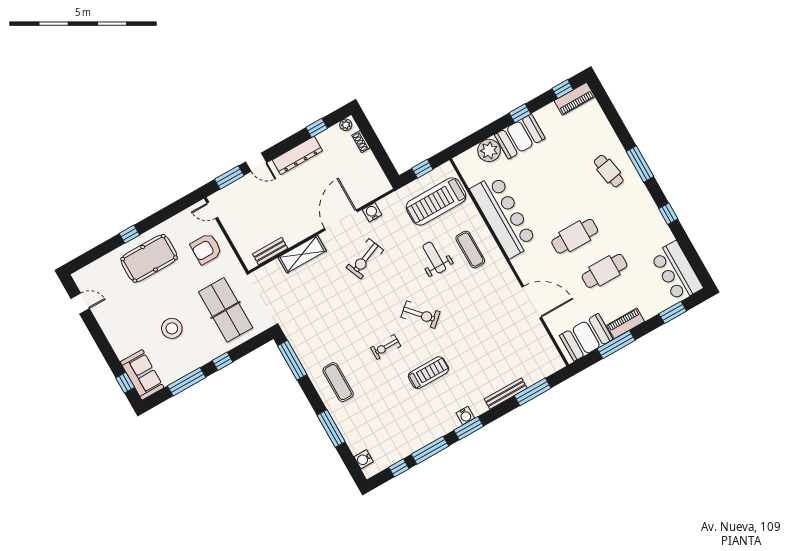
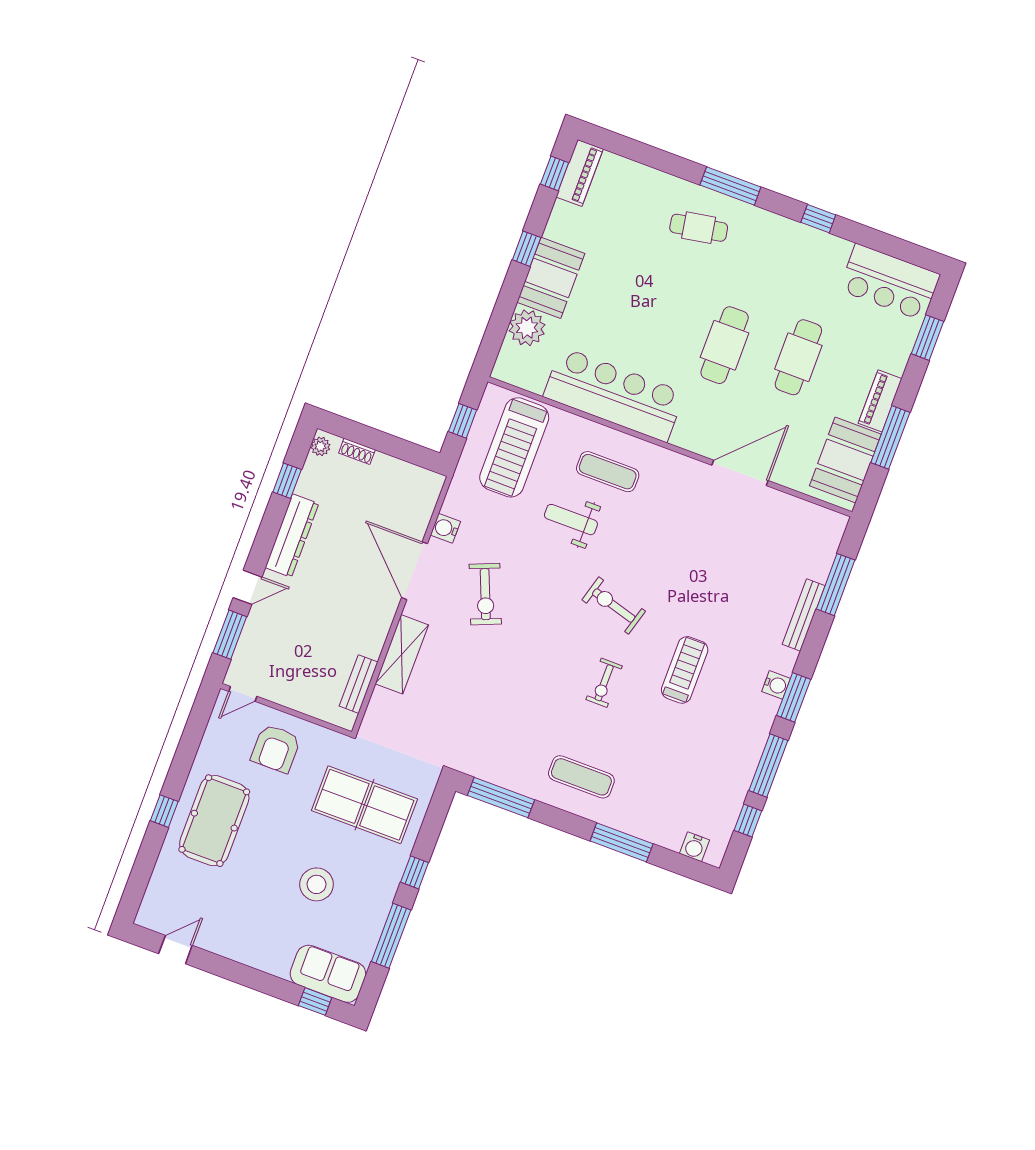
exercise bike: (421, 315) -> (614, 605), turned -122

